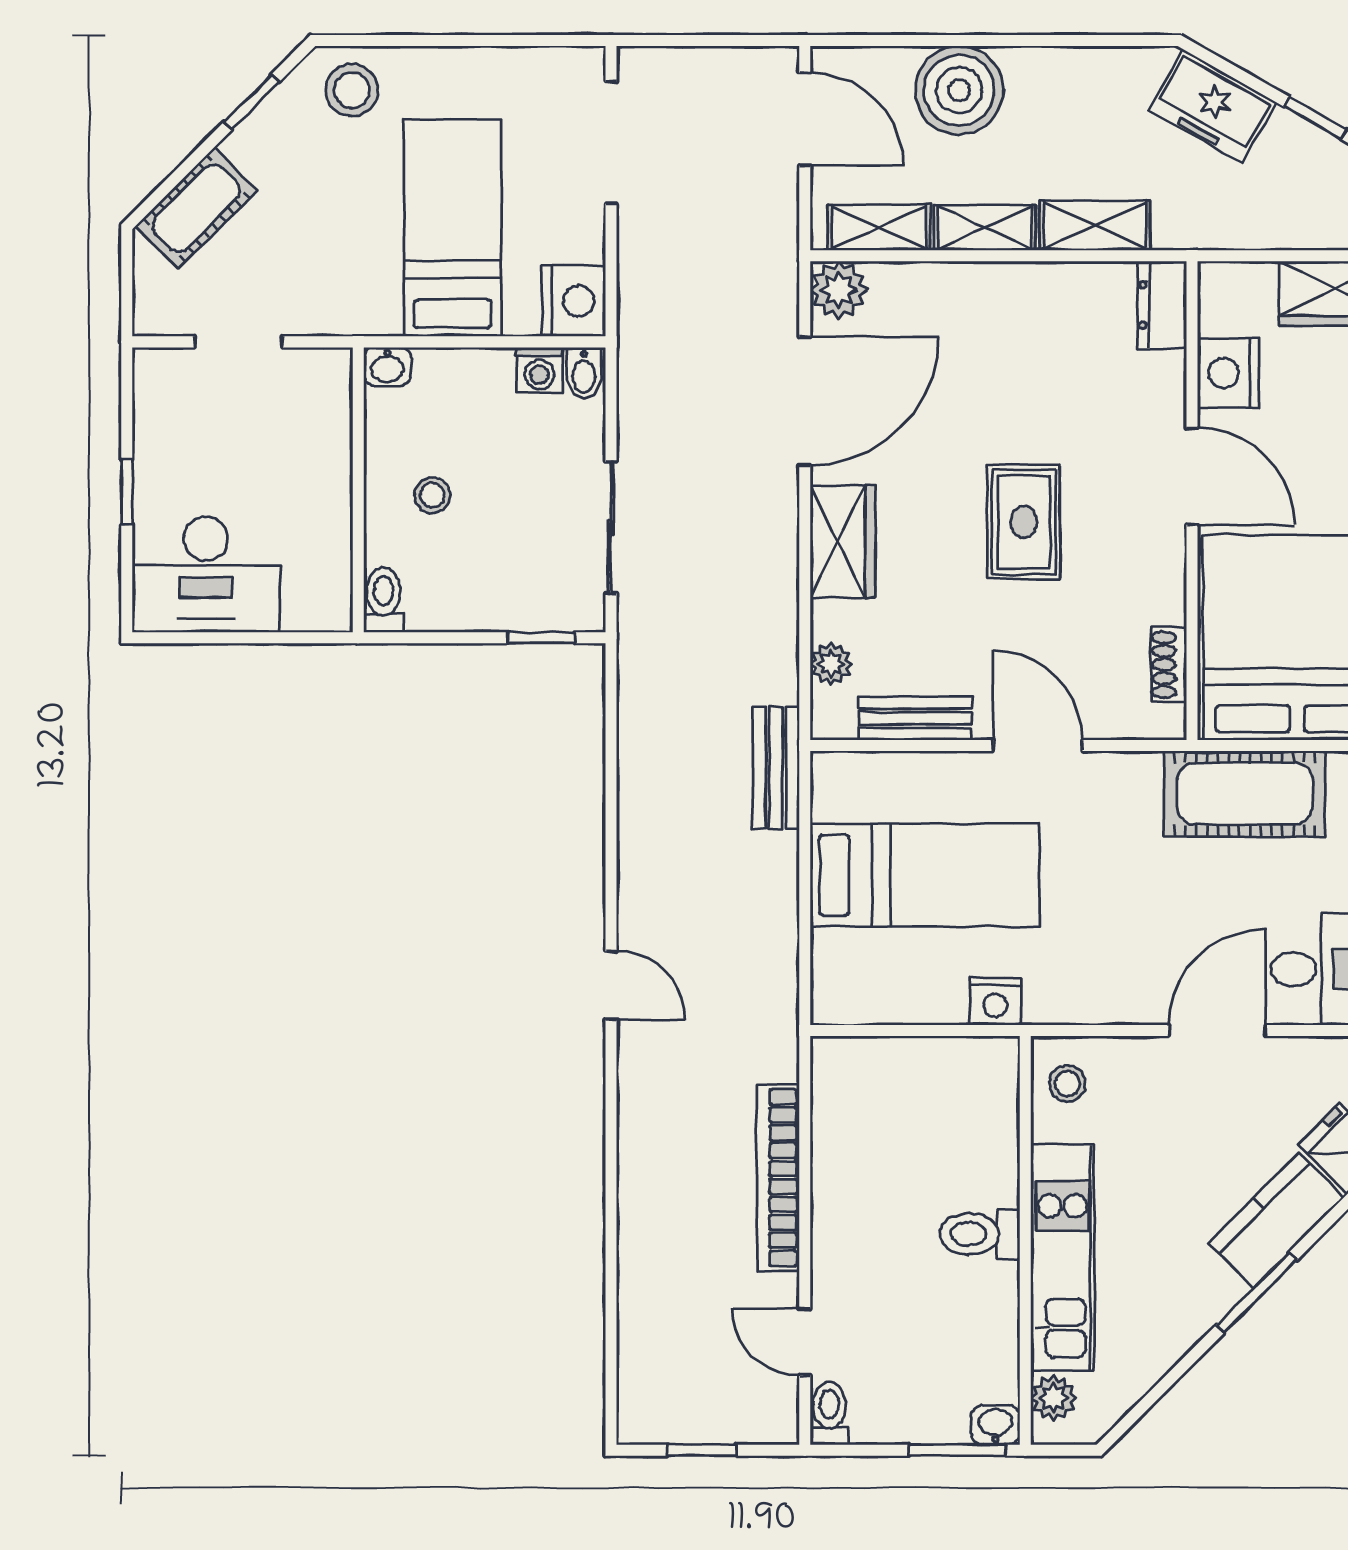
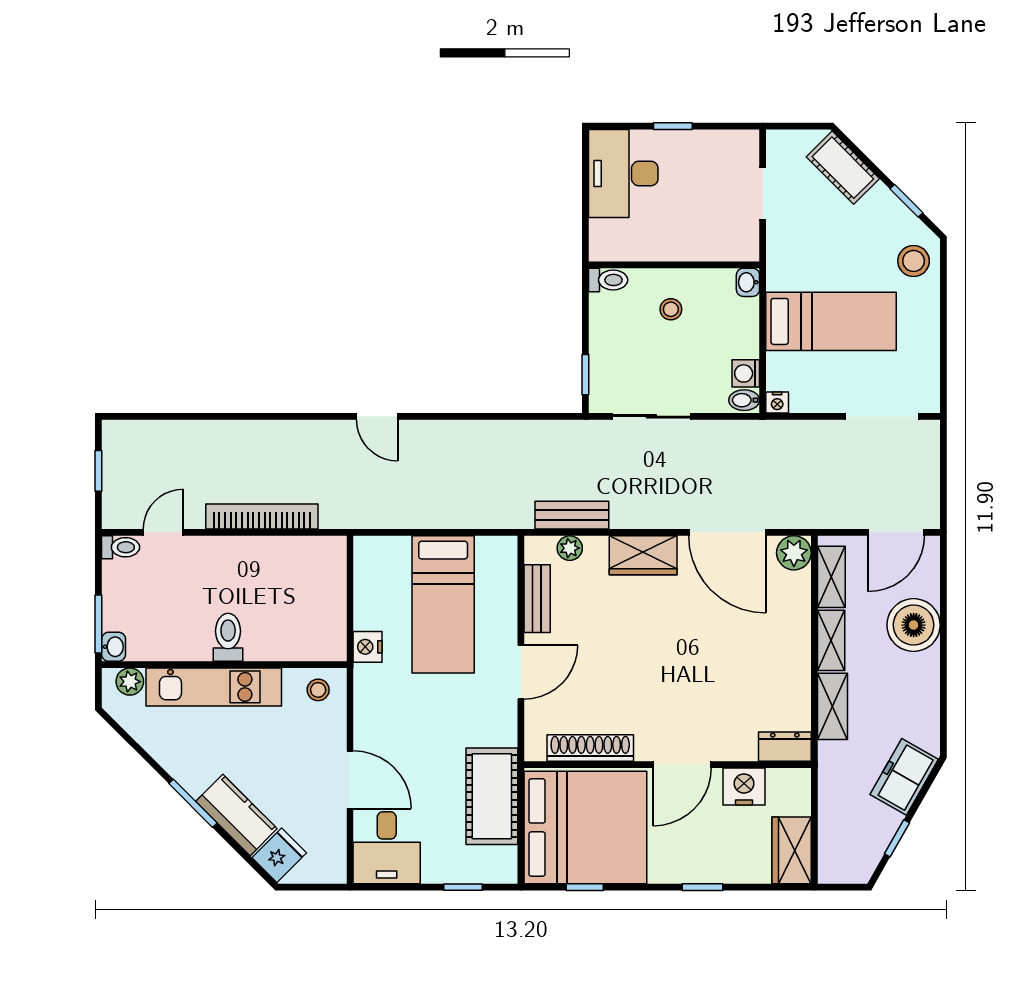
nightstand: (574, 301) -> (777, 402), width x0.53, depth x0.56
rug: (1024, 522) -> (655, 664), removed
shoe rack: (1169, 665) -> (590, 748), width x1.94, depth x1.24
bench: (776, 768) -> (572, 515), moved
door: (611, 985) -> (377, 416), hinge flipped

